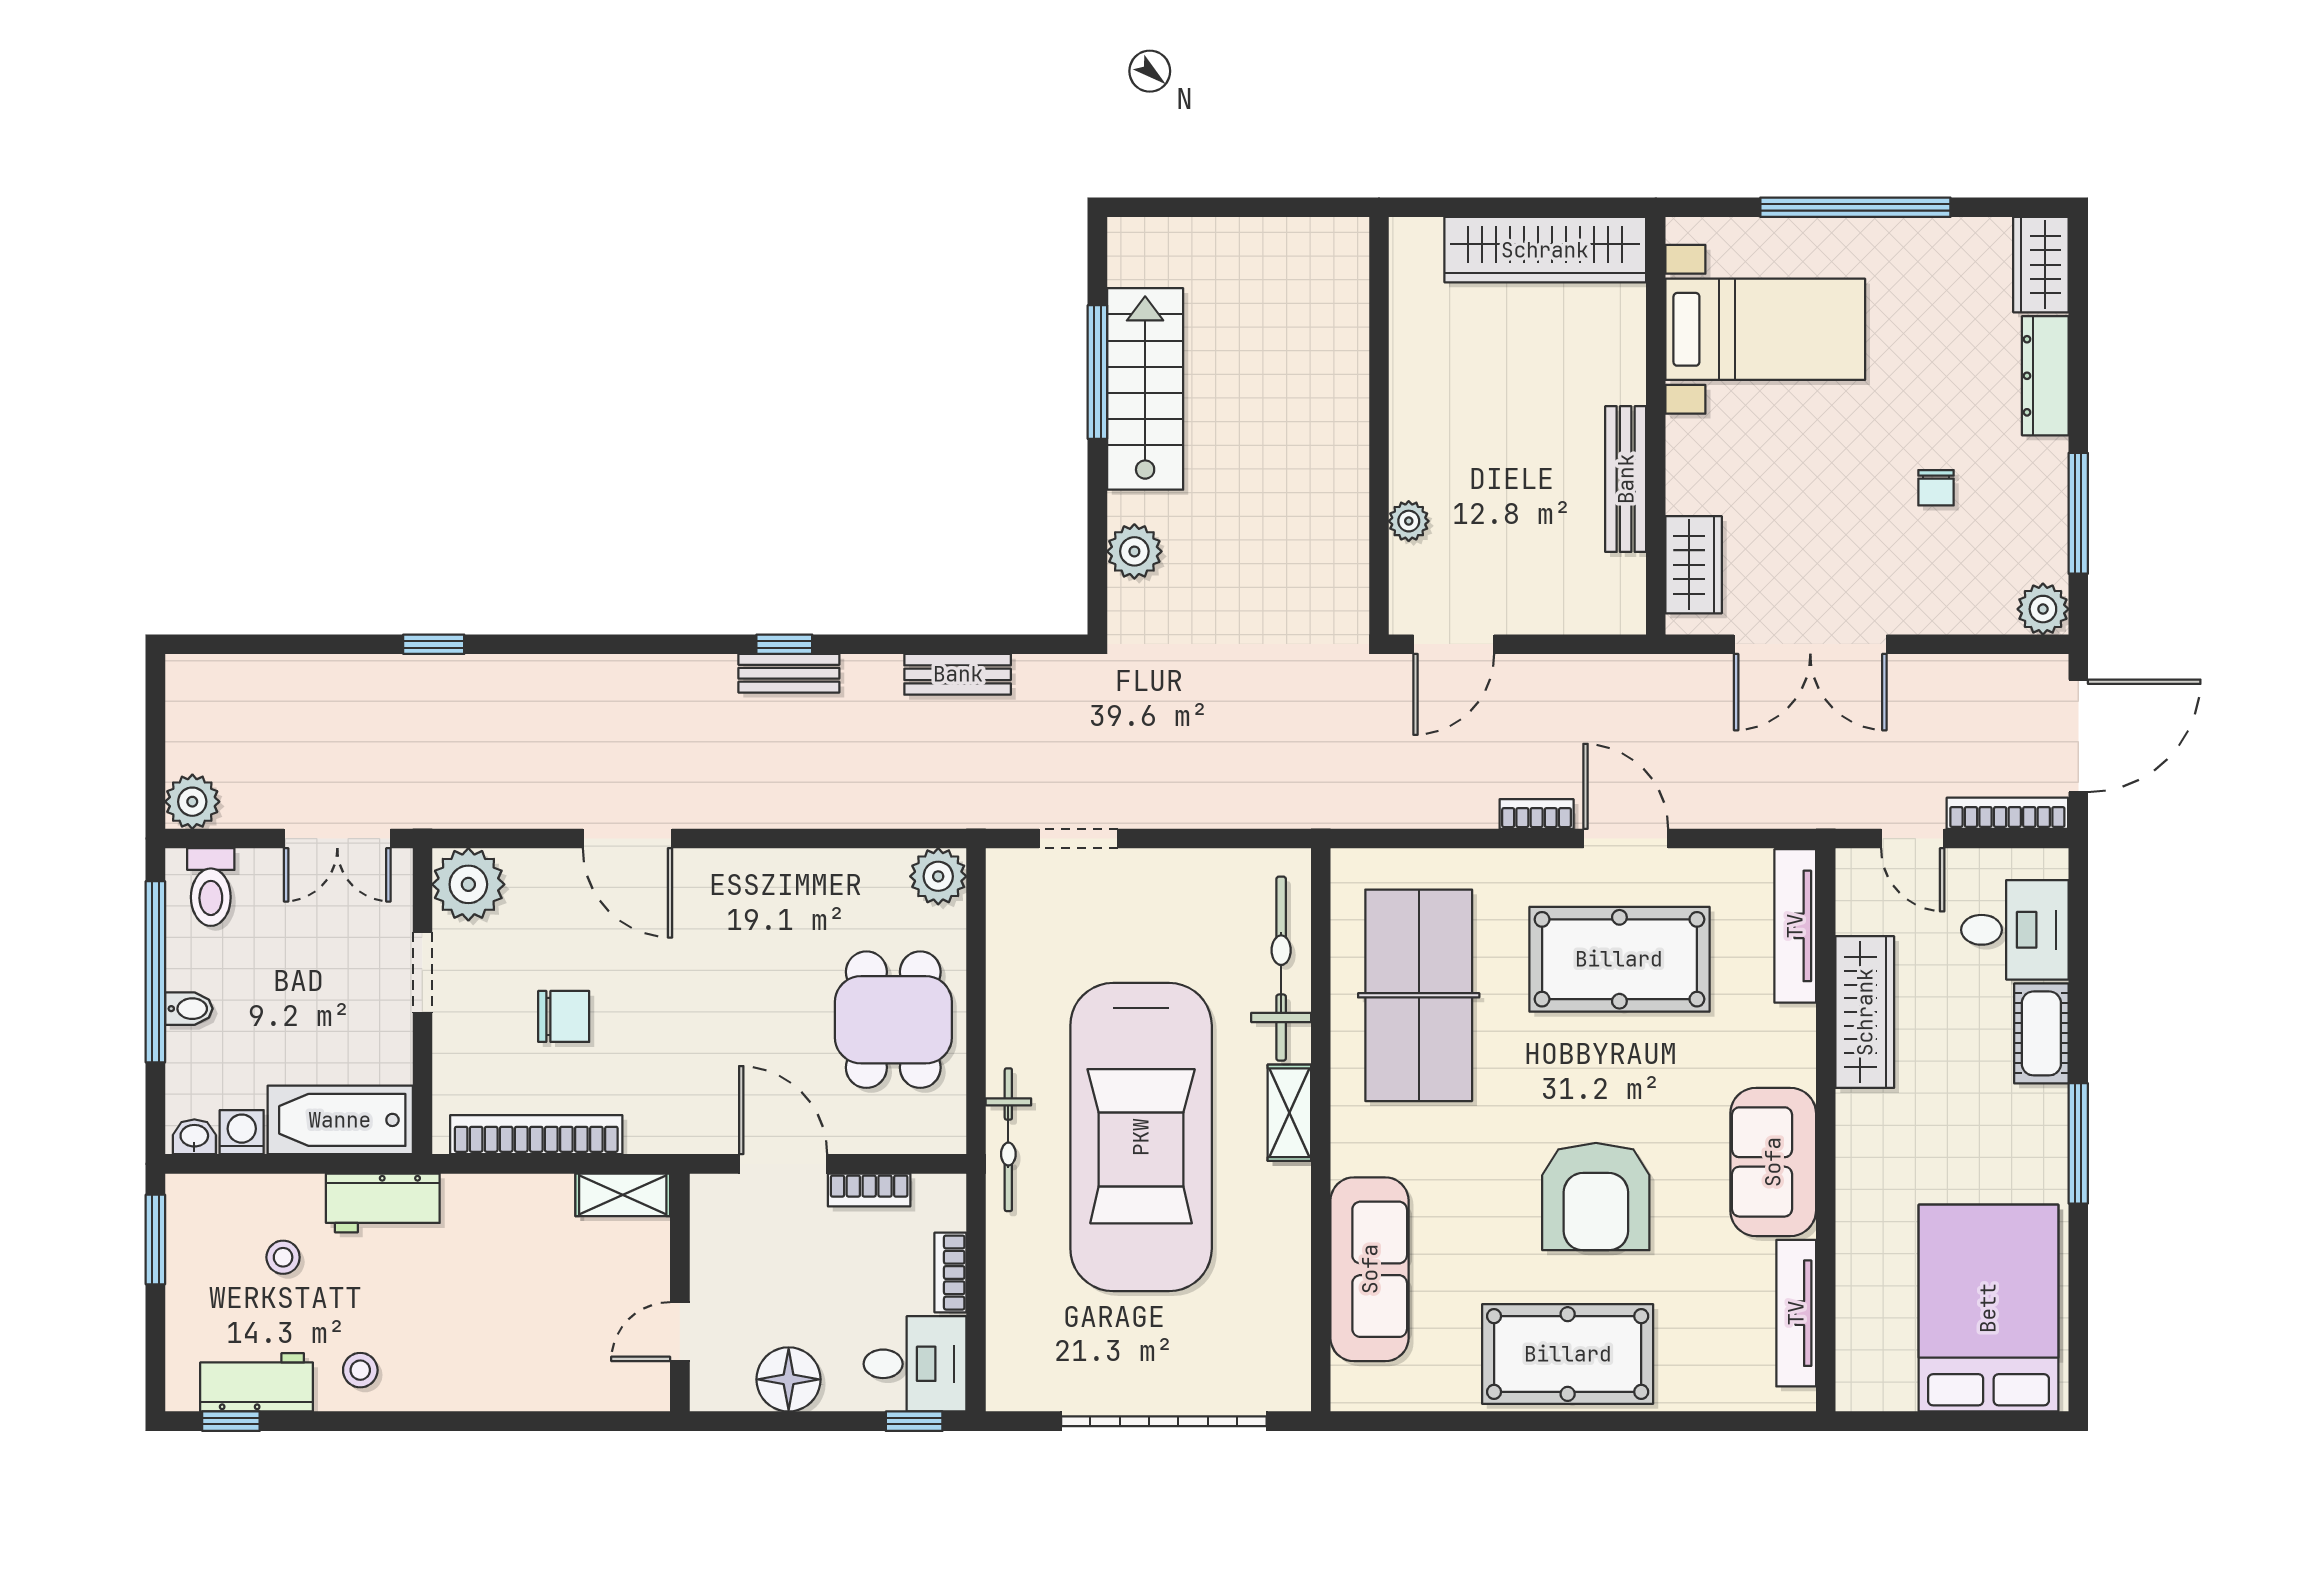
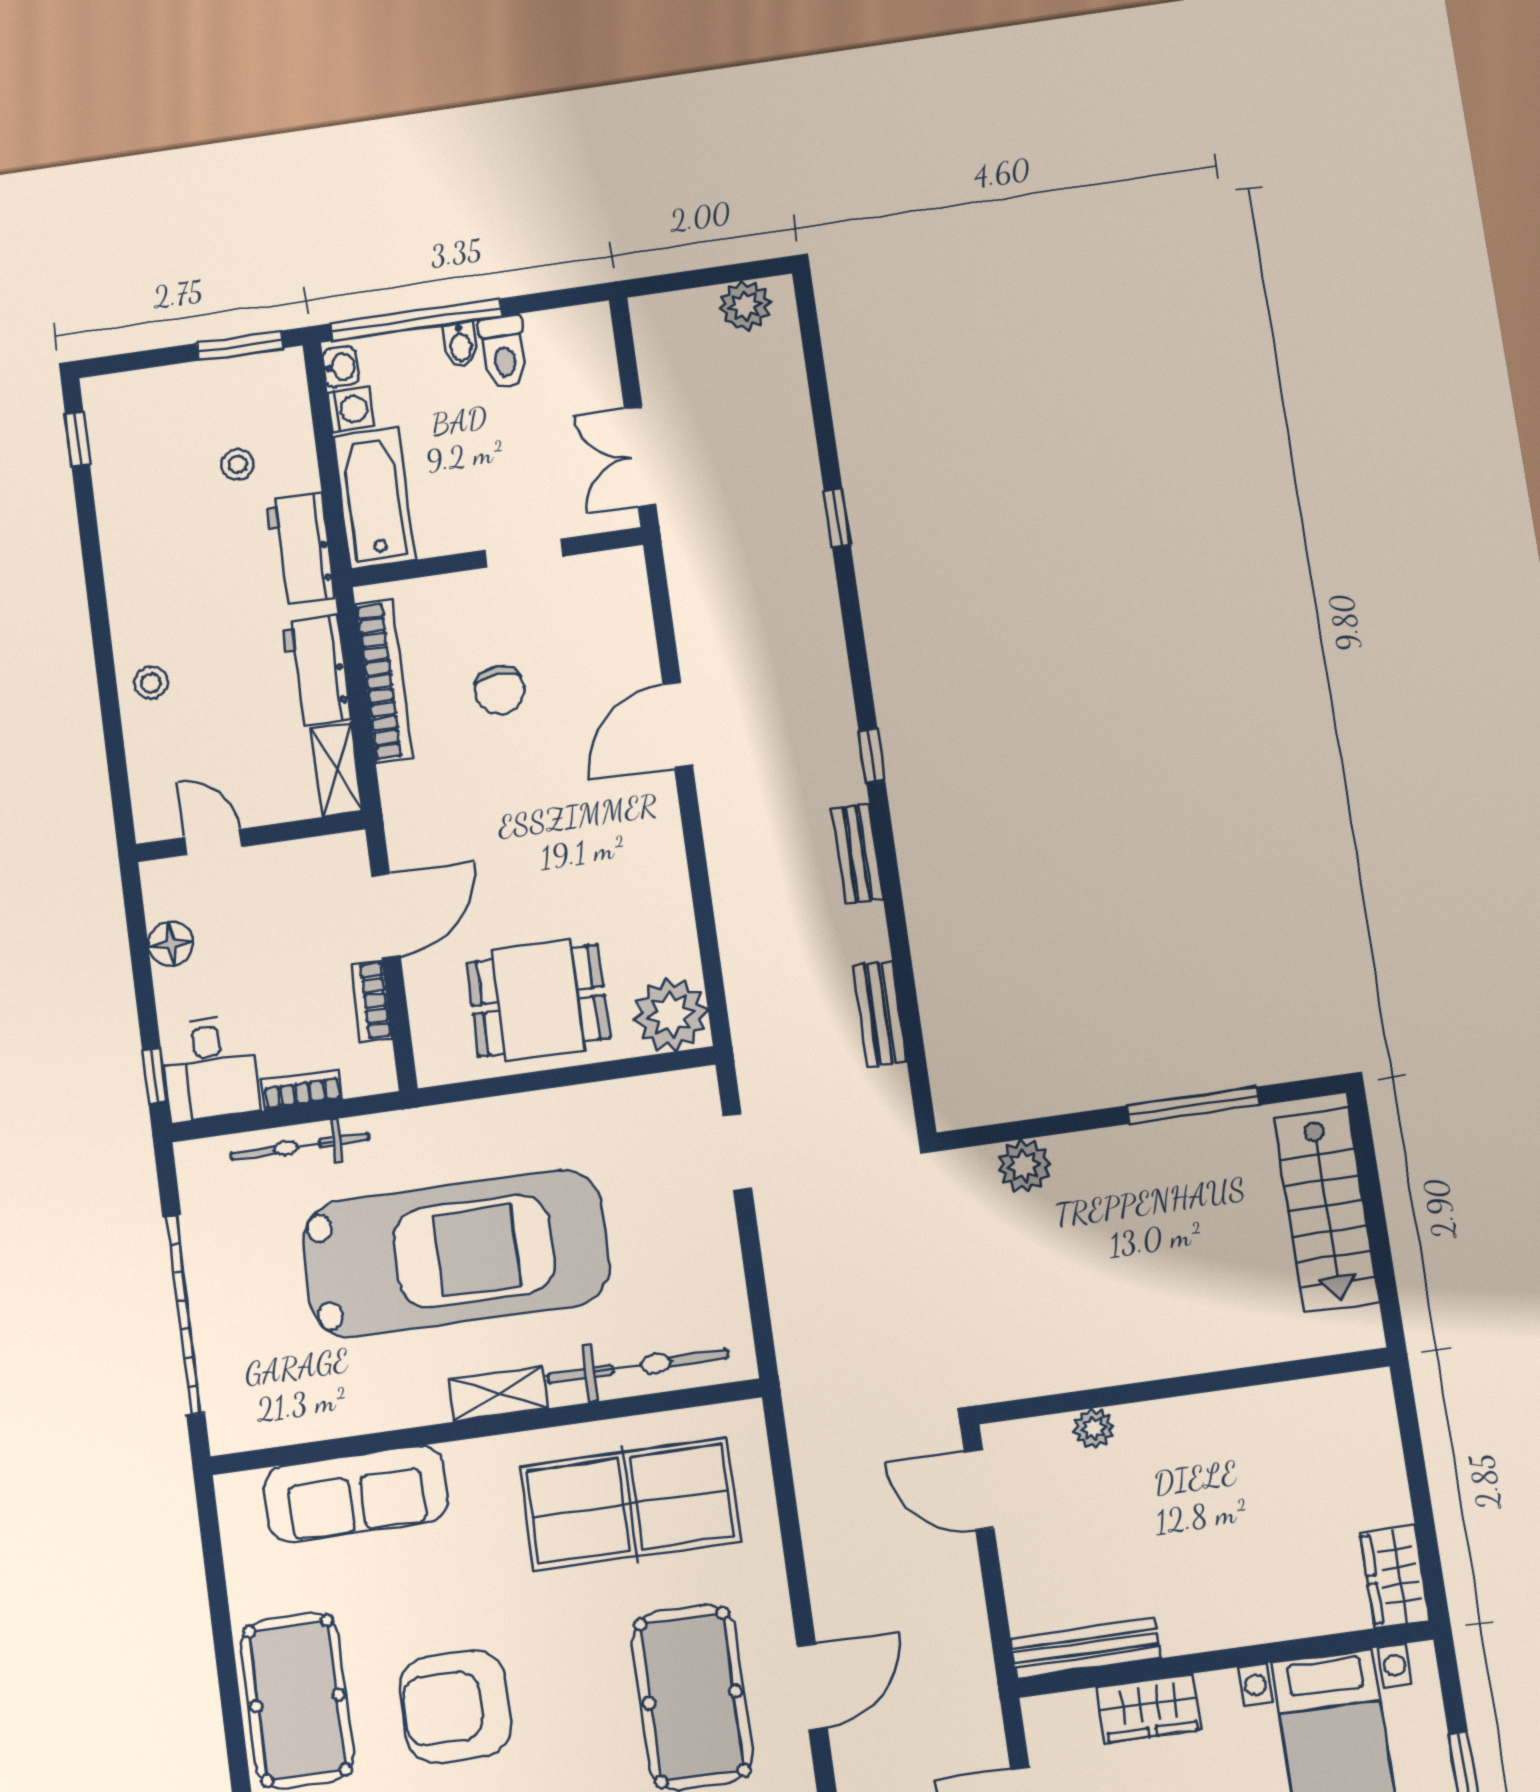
wardrobe: (1545, 250) -> (1395, 1576), width x0.48, depth x0.85
stairs: (1145, 389) -> (1327, 1210), moved, turned 90
bench: (1626, 479) -> (1086, 1648), moved
wardrobe: (1694, 565) -> (1149, 1708), moved
window: (784, 644) -> (872, 756), moved
plant: (192, 802) -> (745, 306), moved
bookcase: (1537, 814) -> (824, 1595), removed
plant: (938, 876) -> (671, 1015), width x1.36, depth x1.36
plant: (468, 884) -> (613, 583), removed
toilet: (211, 887) -> (504, 352), moved, turned -90
window: (155, 972) -> (416, 320), moved
car: (1141, 1137) -> (456, 1254), turned 180
bicycle: (1008, 1140) -> (300, 1146), moved
stool: (360, 1370) -> (151, 683), moved
floor lamp: (789, 1379) -> (171, 944), width x0.73, depth x0.73
workbench: (257, 1382) -> (317, 671), moved, turned 180

